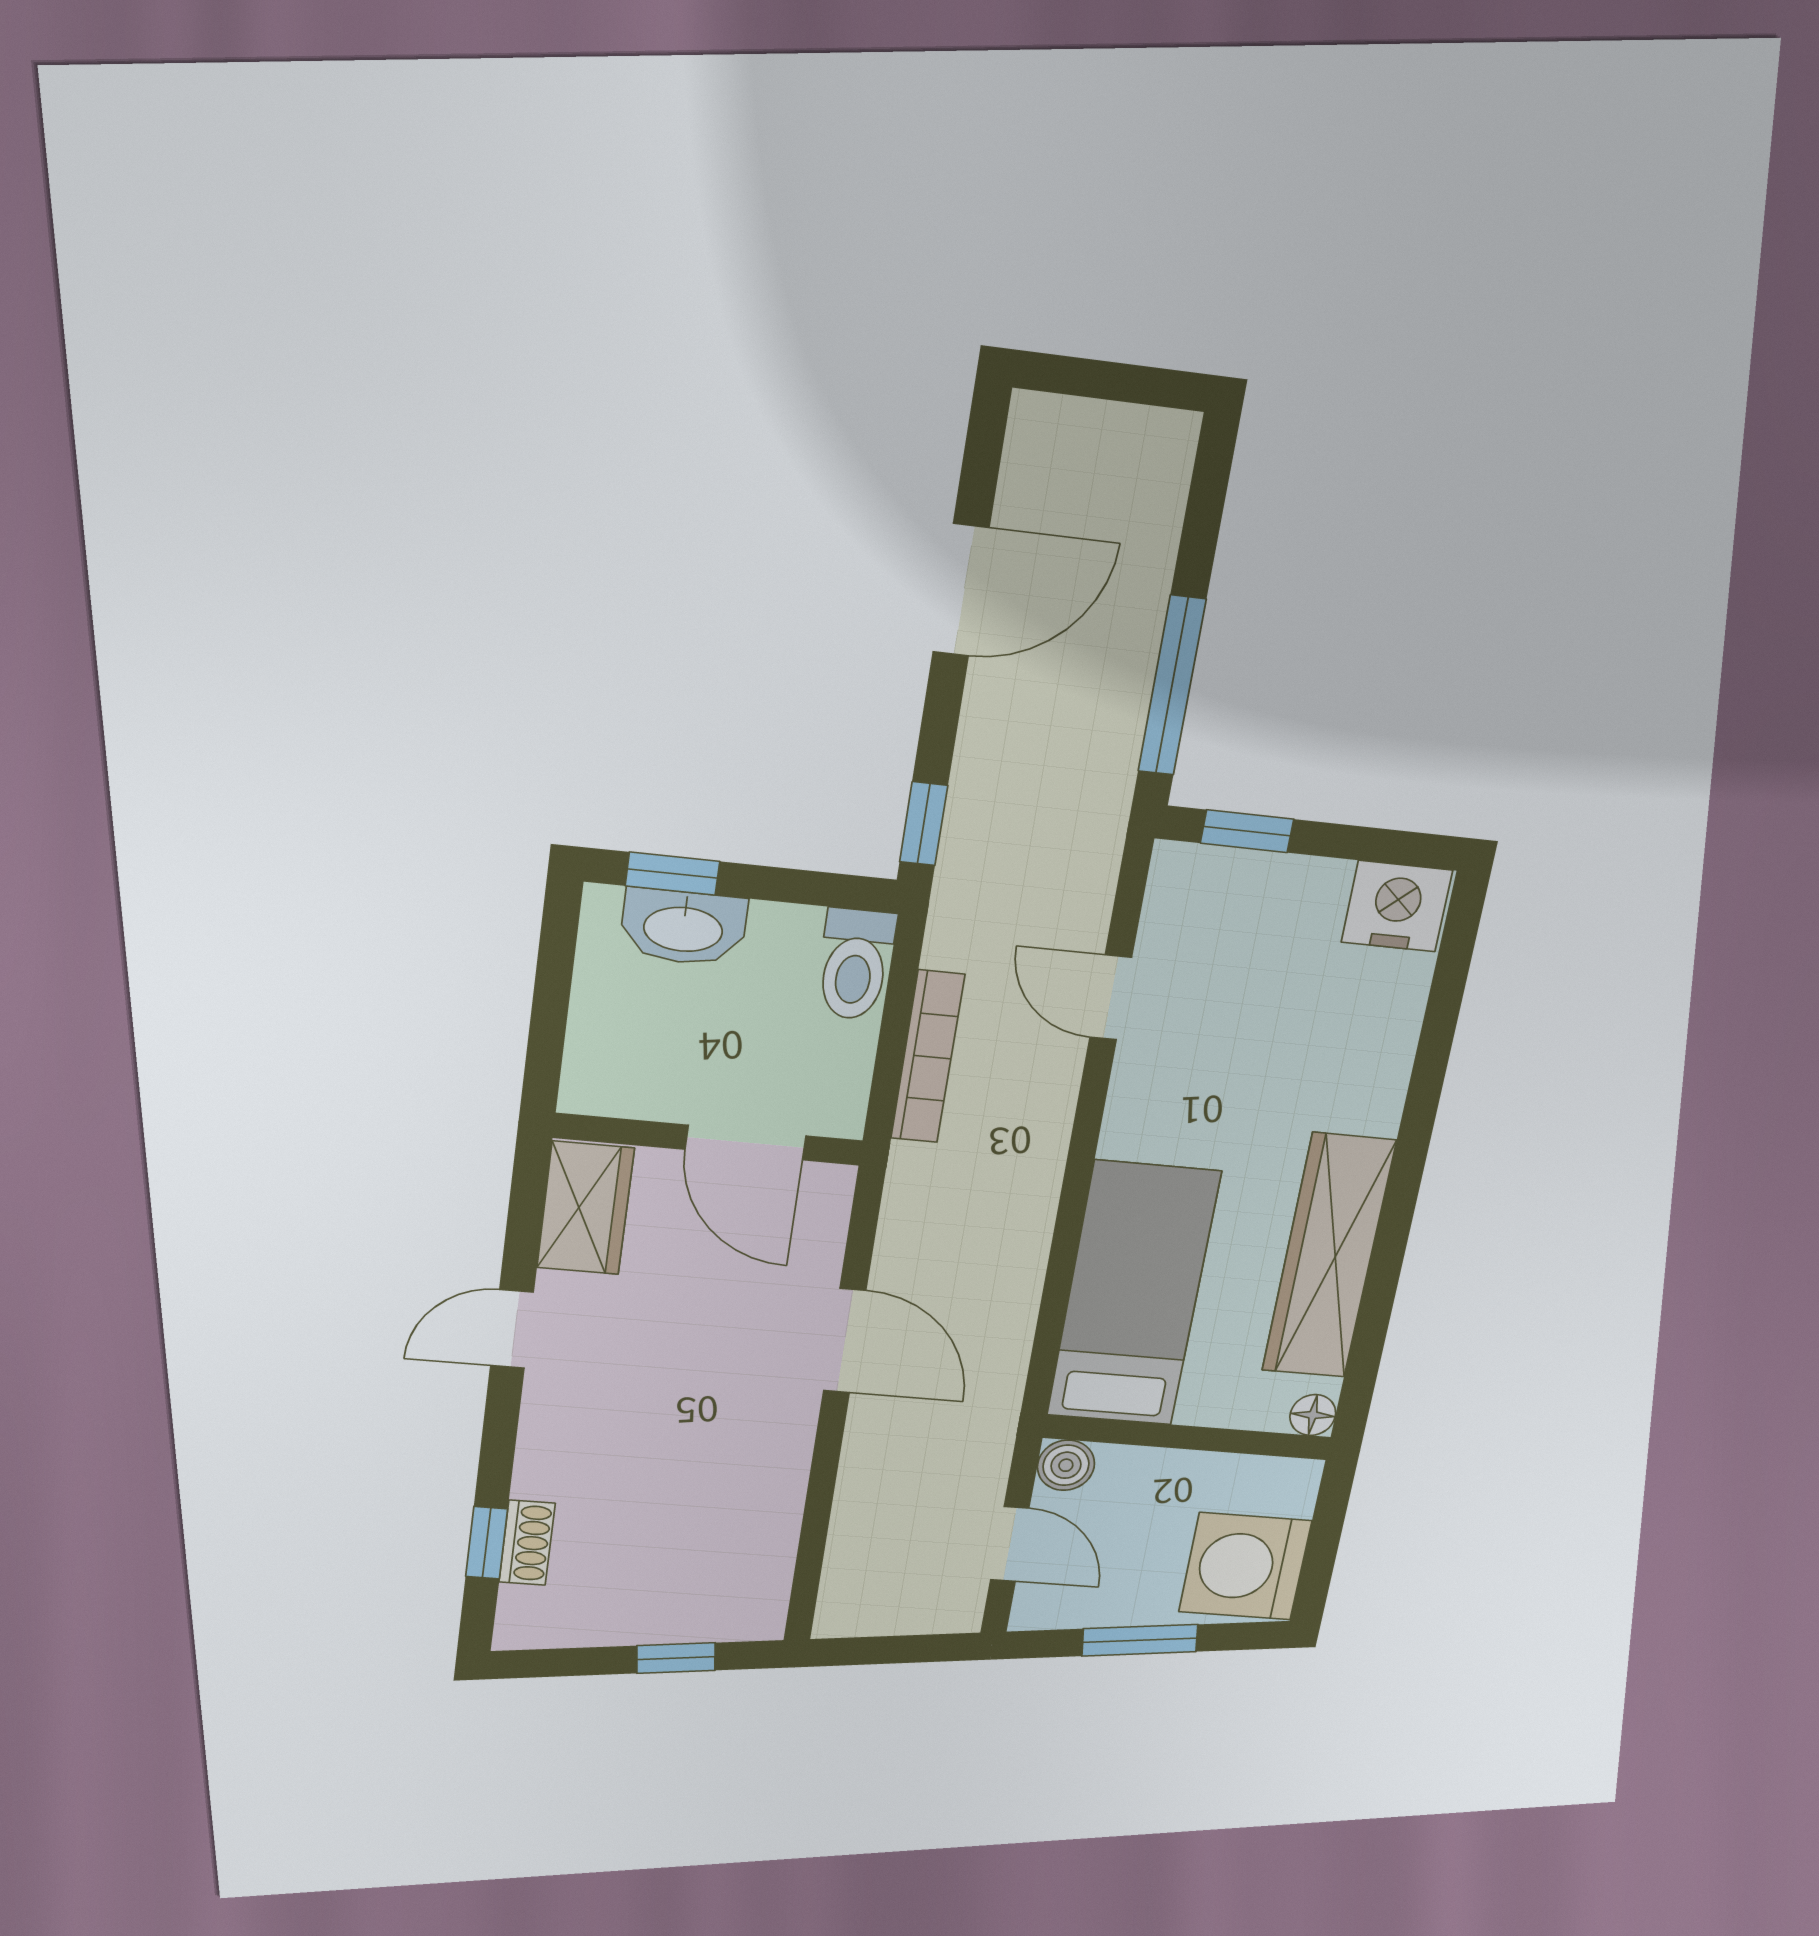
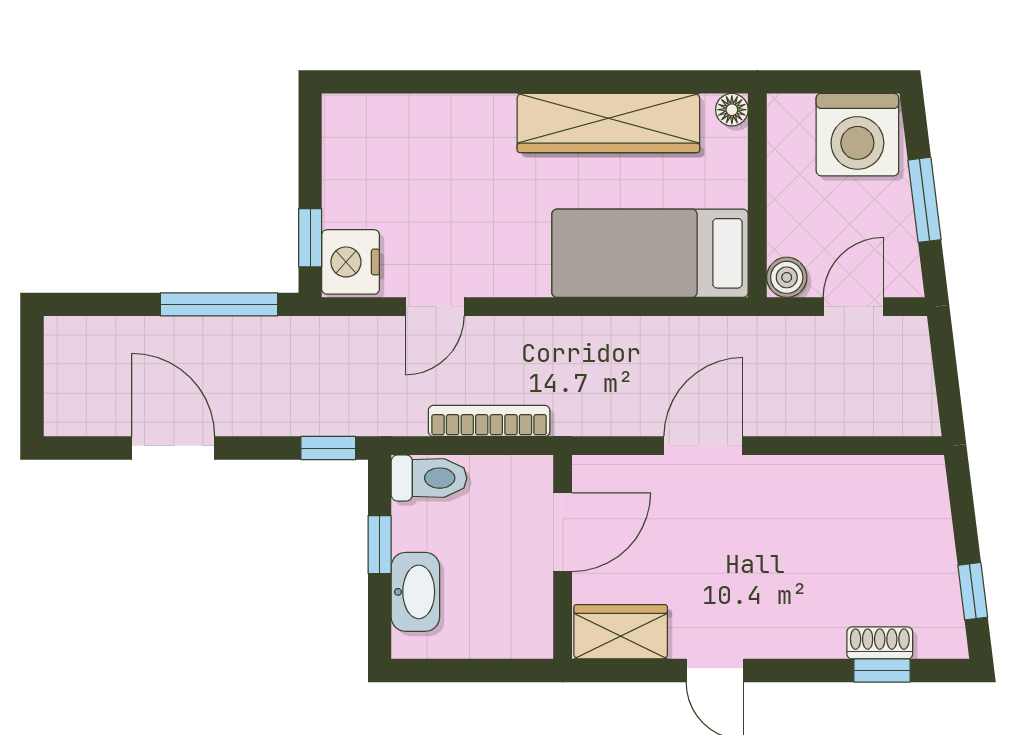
window: (672, 874) -> (380, 545), moved
nightstand: (1397, 906) -> (351, 262), moved
window: (676, 1658) -> (973, 591), moved

